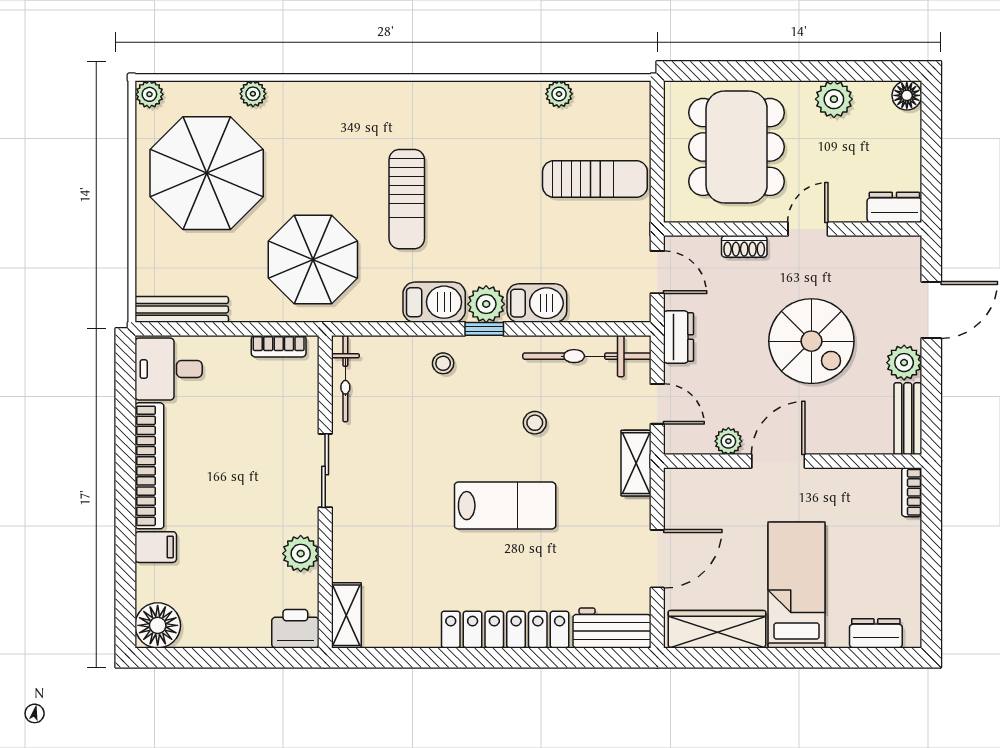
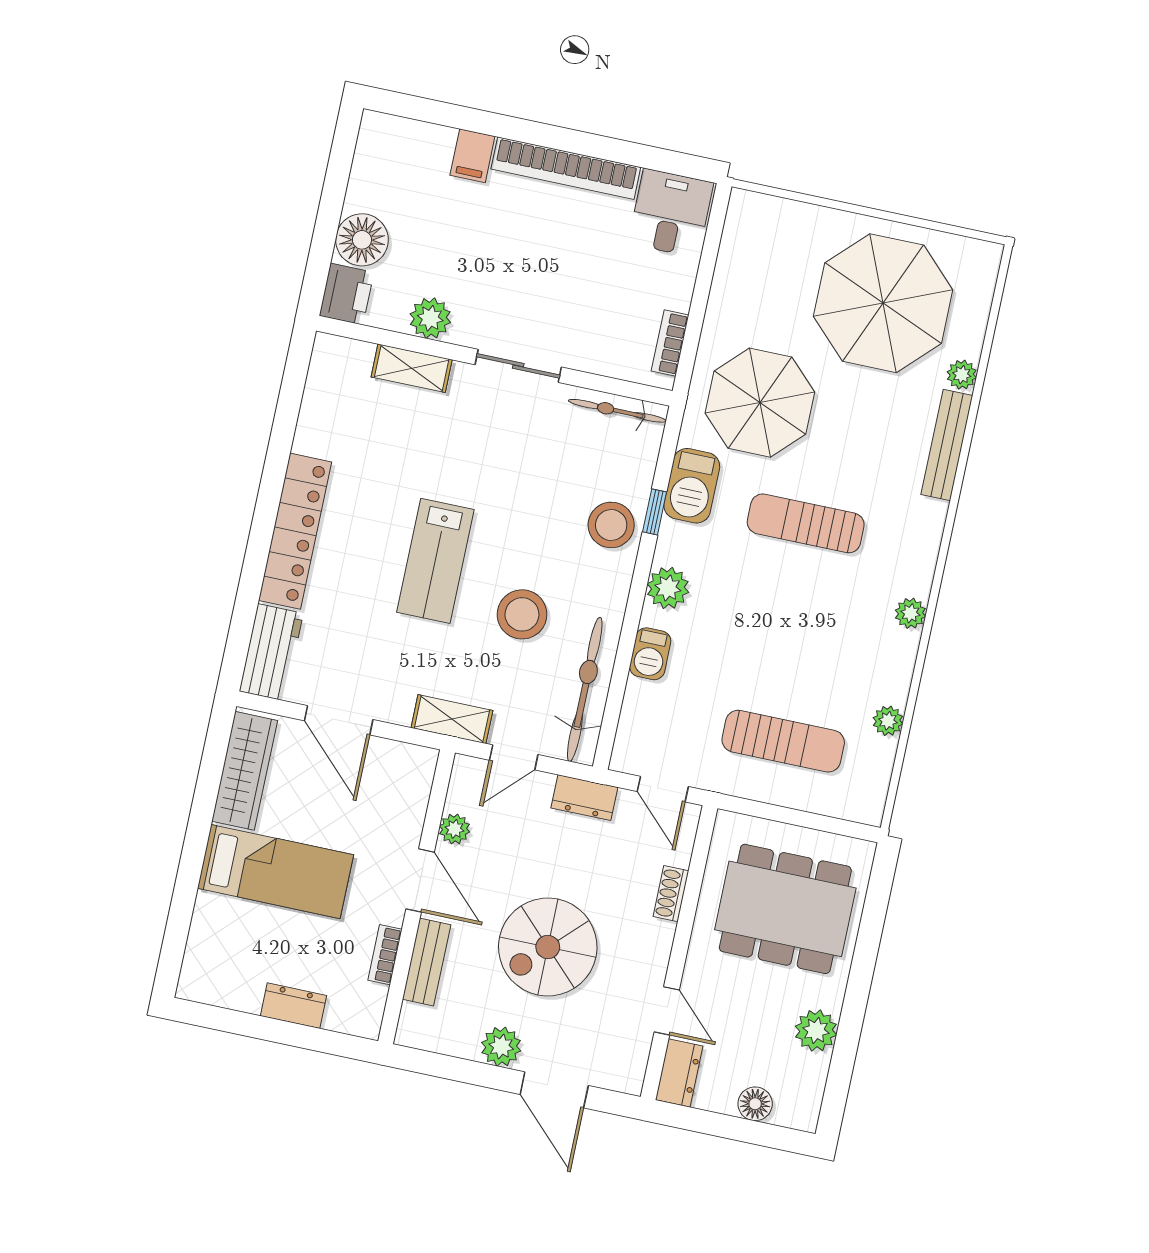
plant: (149, 94) -> (910, 613), moved
floor lamp: (907, 95) -> (755, 1104), moved
sun lounger: (595, 179) -> (783, 741), turned -90
door: (808, 229) -> (667, 1011), moved
door: (657, 272) -> (663, 789), hinge flipped
barbecue: (434, 302) -> (692, 486), moved
barbecue: (537, 303) -> (650, 654), width x0.73, depth x0.79
bench: (182, 309) -> (947, 445), moved
window: (484, 329) -> (655, 512), moved
stool: (443, 363) -> (611, 525), width x1.89, depth x1.89
bench: (908, 419) -> (427, 962), moved, turned 90
stool: (535, 423) -> (522, 614), width x1.89, depth x1.89
bookcase: (912, 492) -> (385, 955), moved, turned -90
shelving: (346, 615) -> (412, 368), moved
floor lamp: (158, 625) -> (362, 240), moved
dresser: (876, 633) -> (293, 1006), moved, turned -90

